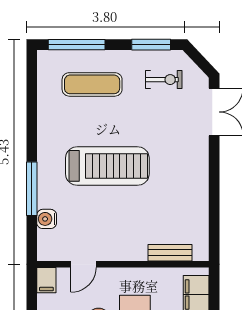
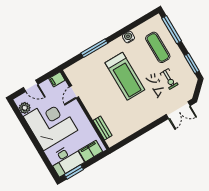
exercise bike: (164, 80) -> (169, 79), moved
water cooler: (47, 219) -> (128, 37), moved
door: (83, 264) -> (74, 92), hinge flipped

